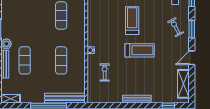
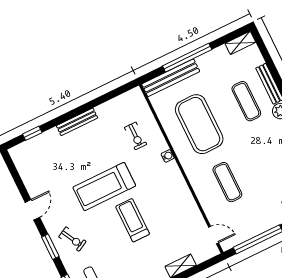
treadmill: (132, 21) -> (133, 220), turned 180
treadmill: (140, 50) -> (104, 187), width x1.37, depth x1.38
exercise mat: (61, 60) -> (199, 124), width x2.00, depth x1.45
shelving: (183, 84) -> (27, 171), removed

